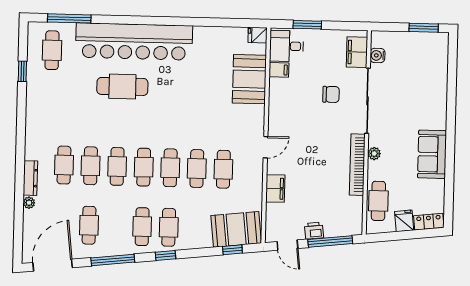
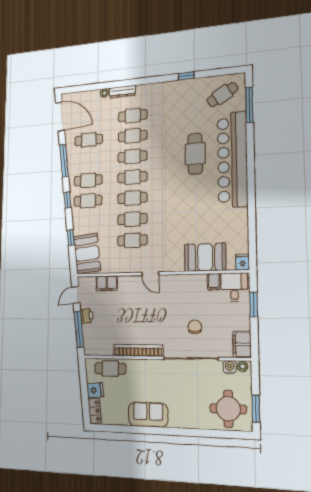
cafe table: (52, 50) -> (222, 95), turned -30
filing cabinet: (357, 52) -> (242, 344), moved, turned -90
round table: (424, 59) -> (228, 409), added
window: (22, 71) -> (186, 76), moved
chair: (331, 94) -> (195, 327), turned 180
plant: (374, 154) -> (243, 367), moved
filing cabinet: (275, 189) -> (107, 283), moved
window: (232, 250) -> (71, 238), moved

